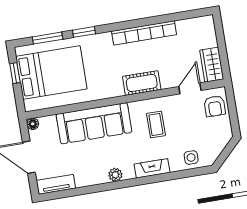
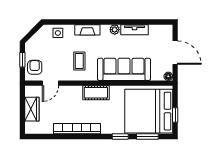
wardrobe: (212, 65) -> (32, 109), moved
bed: (51, 73) -> (149, 111), width x1.36
cot: (142, 83) -> (96, 93), moved
window: (233, 114) -> (22, 60), added
tv unit: (56, 184) -> (134, 30), moved

